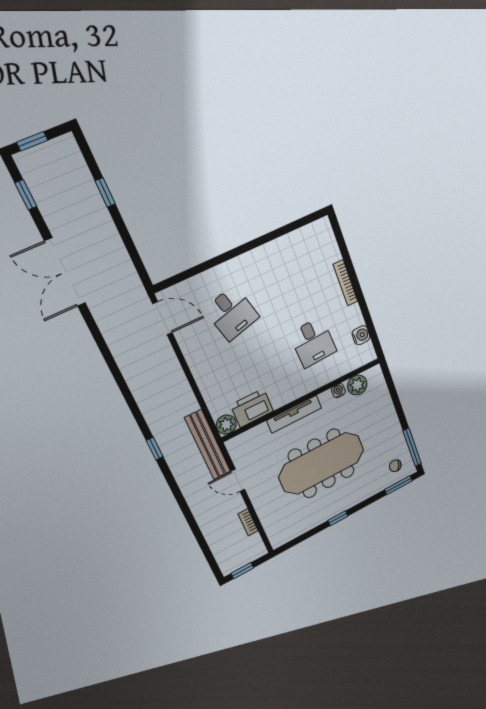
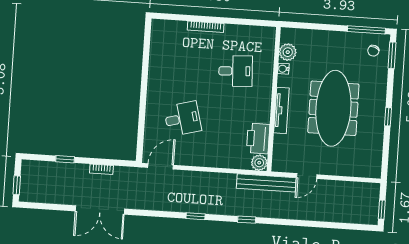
window: (26, 195) -> (196, 216), moved
water cooler: (361, 335) -> (251, 32), removed
bookcase: (248, 522) -> (101, 169), moved

